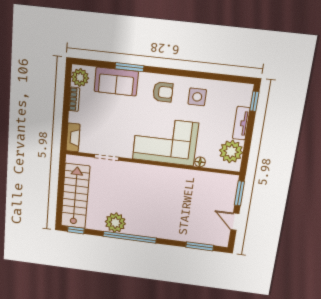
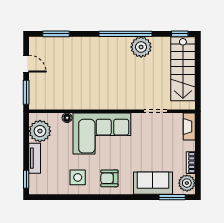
window: (129, 67) -> (172, 197), moved

